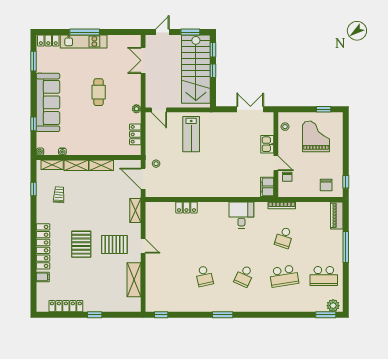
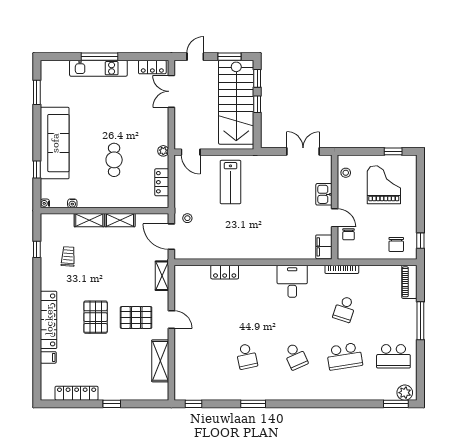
locker: (48, 41) -> (152, 67), moved
cafe table: (99, 92) -> (114, 160), moved
shelving: (52, 165) -> (60, 220), removed
school desk: (244, 276) -> (296, 356), turned -48
window: (223, 315) -> (253, 404), moved

